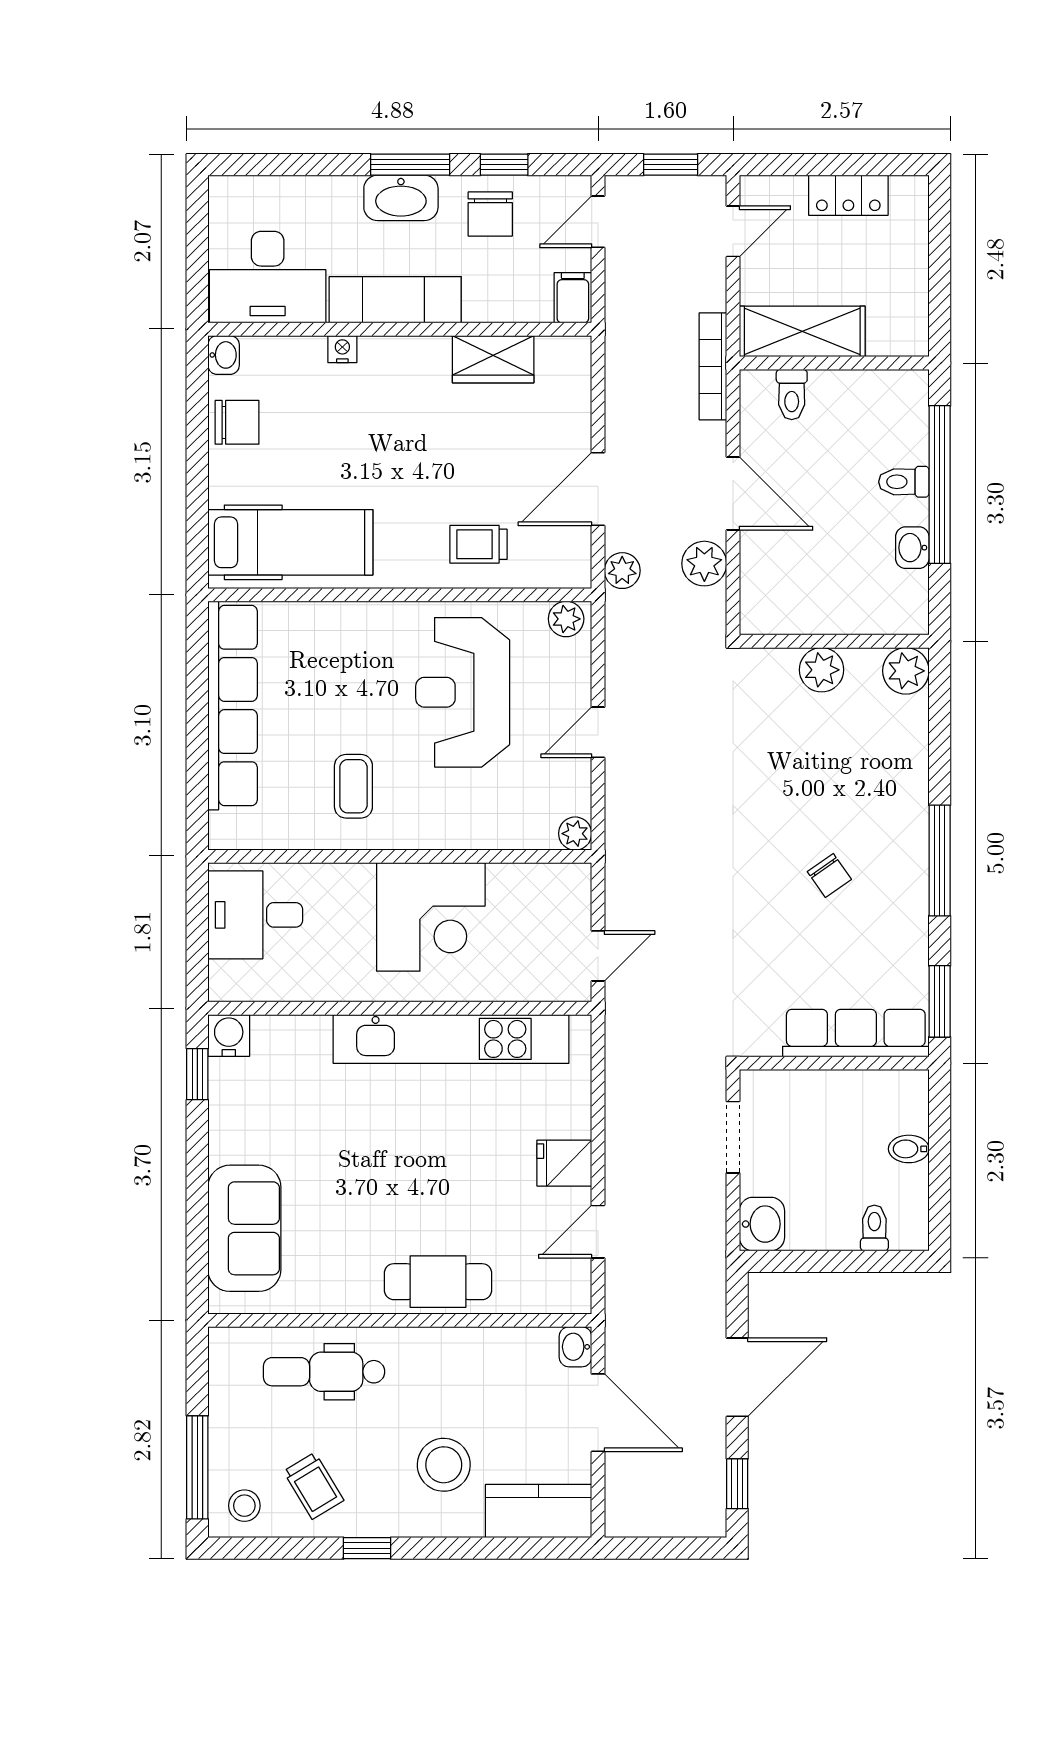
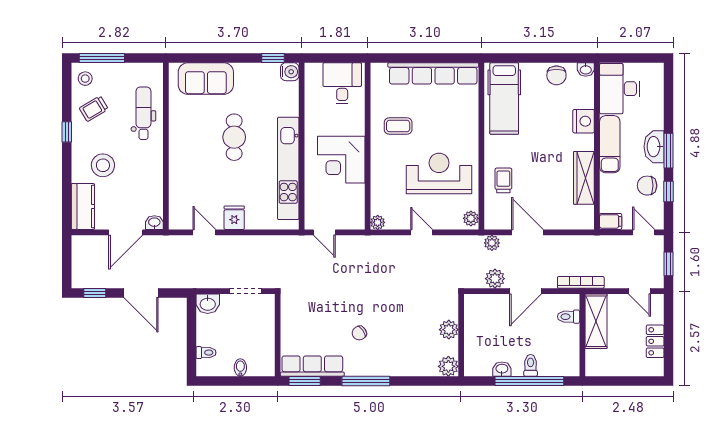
nightstand: (342, 349) -> (584, 121), width x1.89, depth x1.79
wardrobe: (493, 359) -> (584, 178), width x1.50
row of seats: (856, 1033) -> (312, 366), moved, turned -90
cafe table: (438, 1282) -> (234, 137), moved

